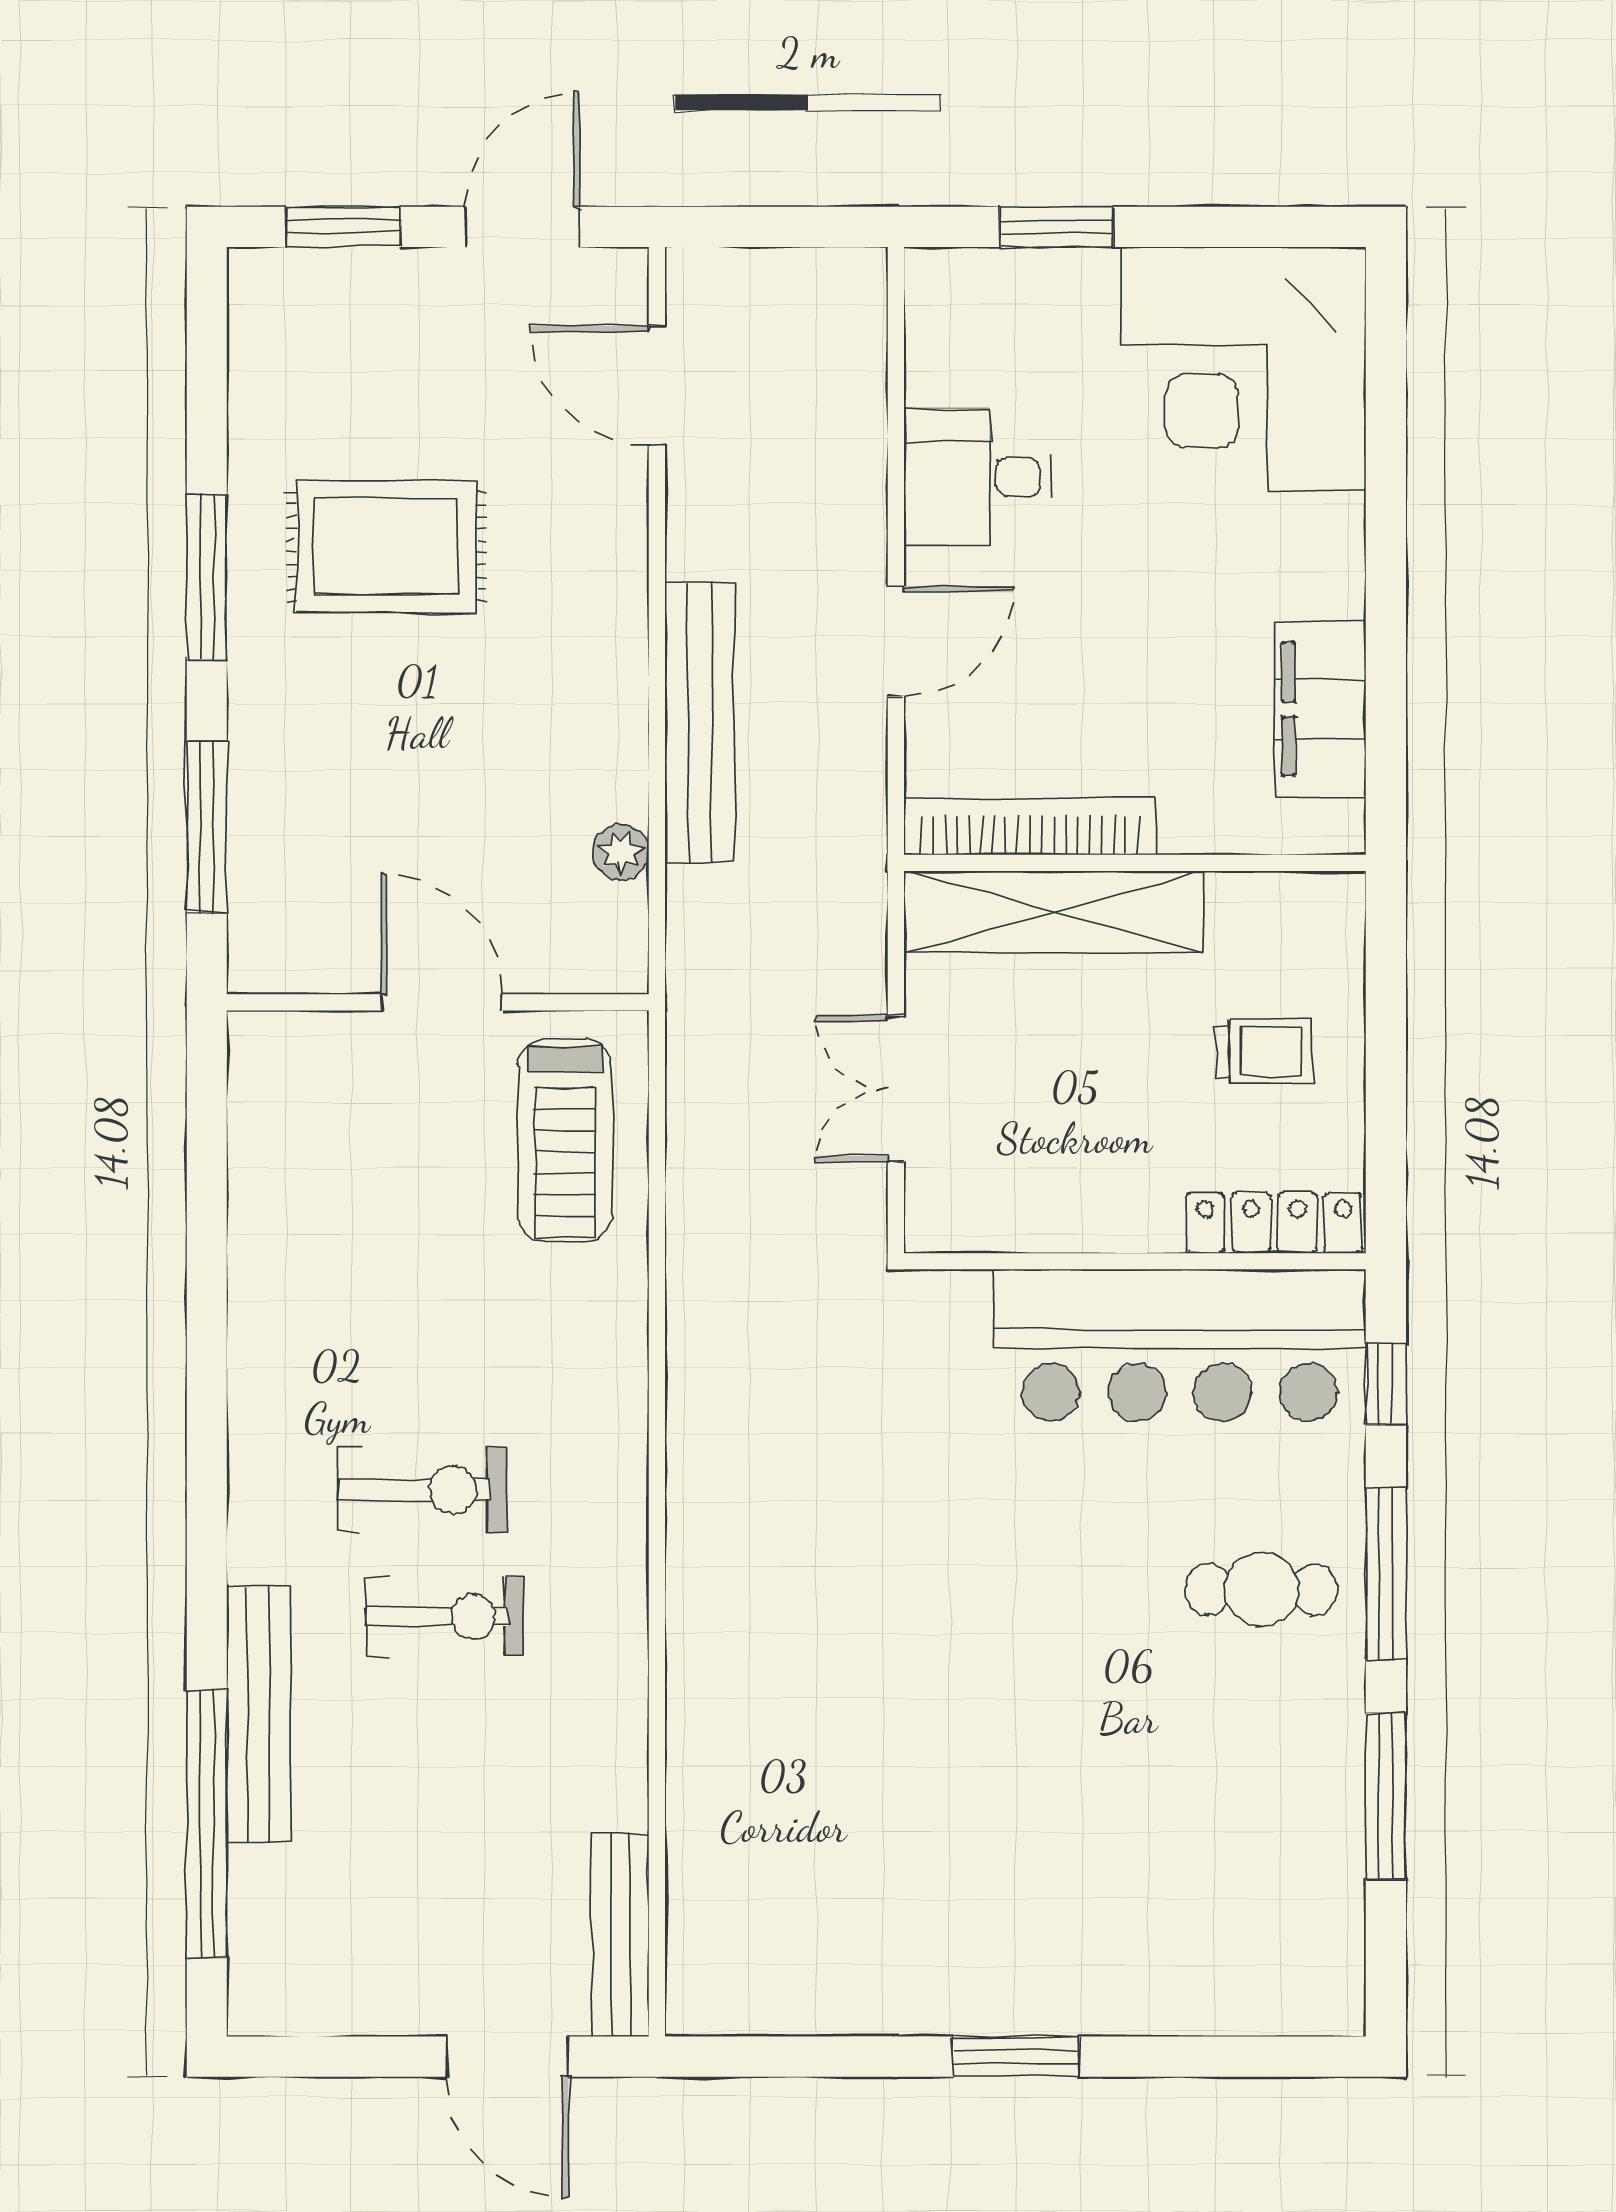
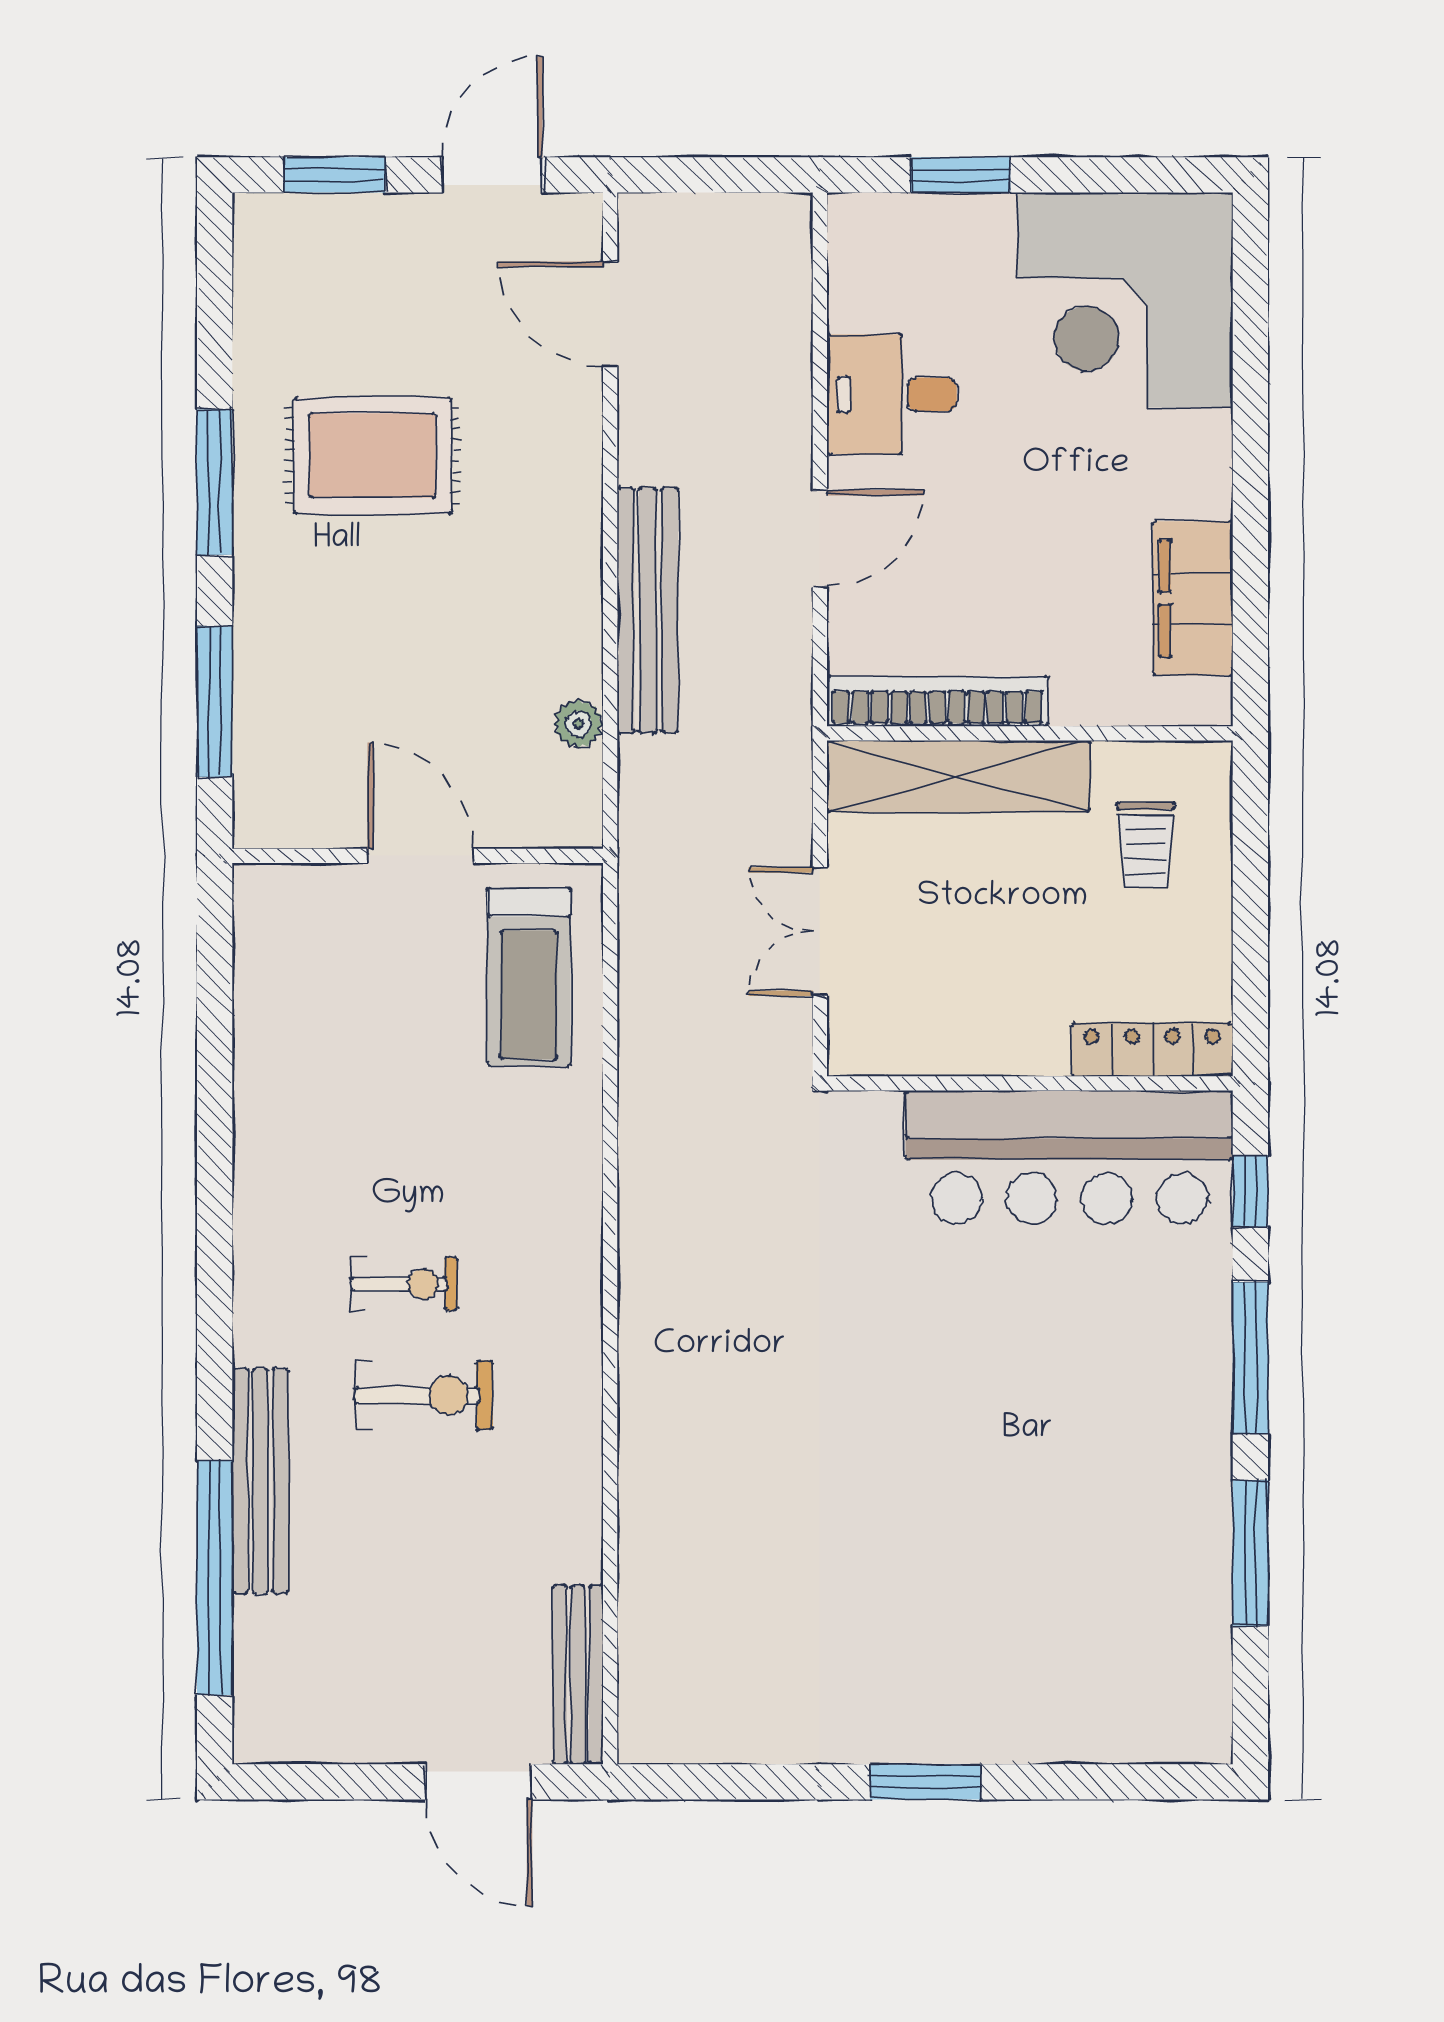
trolley: (1264, 1052) -> (1146, 845), moved, turned 90
exercise bike: (423, 1490) -> (404, 1284), width x0.73, depth x0.72
cafe table: (1261, 1589) -> (1141, 1371), removed

